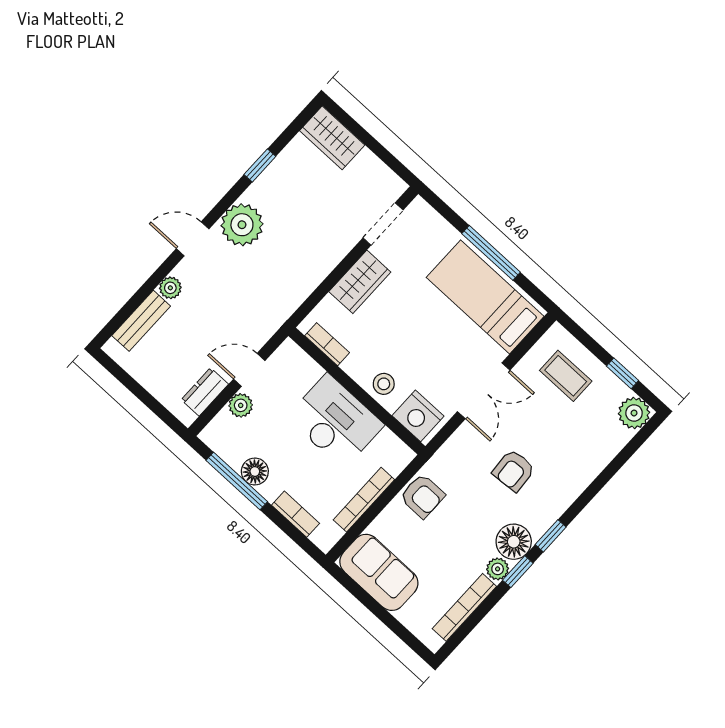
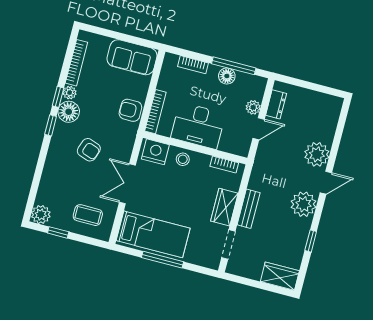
plant: (170, 288) -> (317, 154), width x1.88, depth x1.88
bench: (141, 321) -> (249, 209), moved
armchair: (514, 470) -> (89, 150), turned 113
bookcase: (364, 500) -> (155, 112), moved

